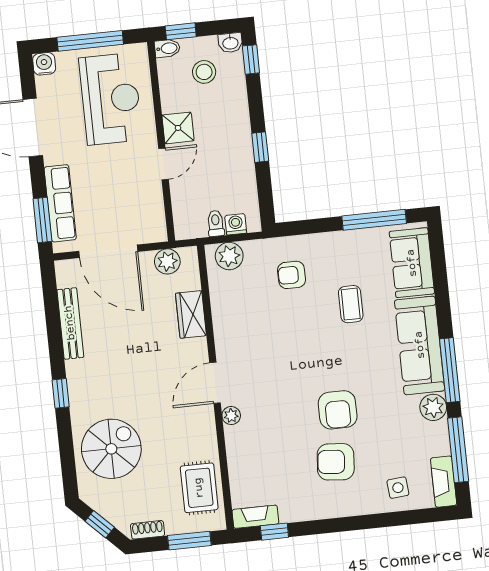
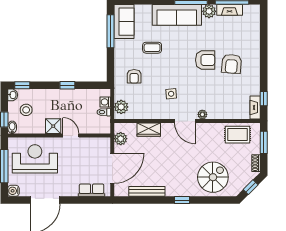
row of seats: (60, 203) -> (92, 190), width x0.68
window: (42, 220) -> (93, 200), removed
sofa: (412, 263) -> (124, 22), moved, turned -90
spiral stairs: (111, 449) -> (213, 177), turned 90
fireplace: (444, 482) -> (230, 10), moved
side table: (398, 488) -> (171, 94), moved

